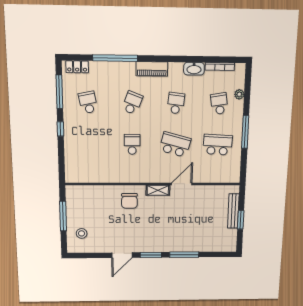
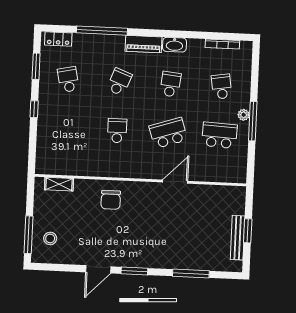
washbasin: (194, 69) -> (174, 45), moved
window: (59, 92) -> (36, 66), width x0.69
plant: (239, 94) -> (244, 115), moved
school desk: (175, 145) -> (168, 133), turned -33
shelving: (158, 190) -> (59, 184), moved
bench: (233, 211) -> (238, 238), moved
window: (63, 216) -> (28, 235), moved
window: (184, 255) -> (191, 274), moved

